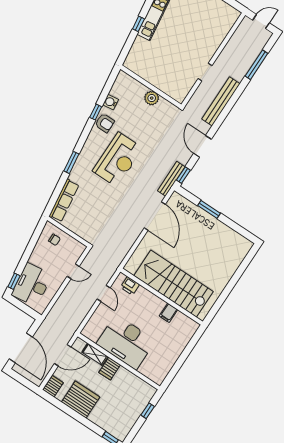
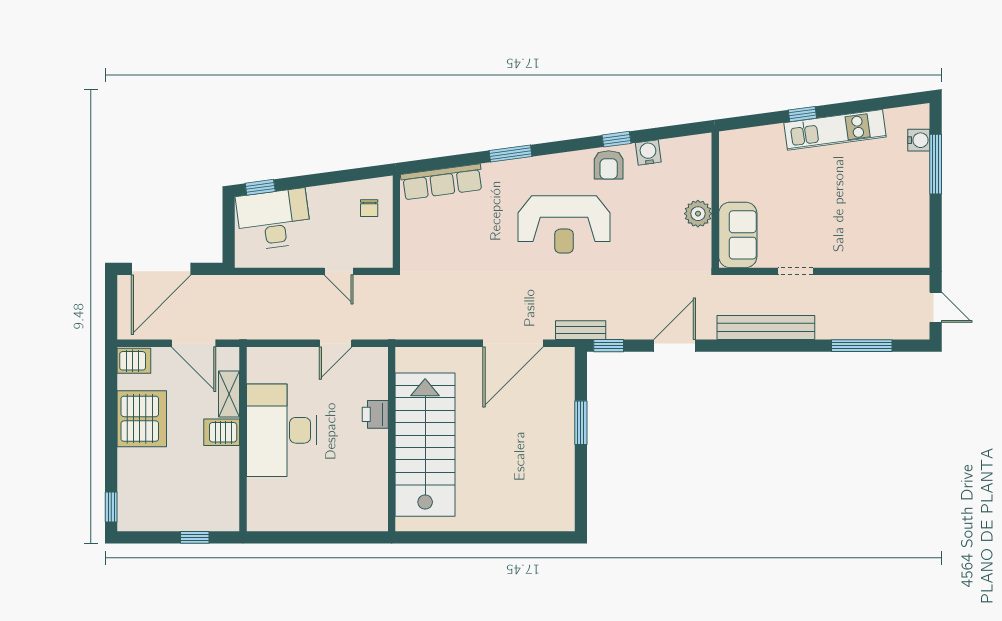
sofa: (172, 87) -> (738, 235), added
bench: (171, 179) -> (581, 330), width x0.73
printer: (130, 286) -> (375, 414), moved
filing cabinet: (168, 313) -> (373, 467), removed

